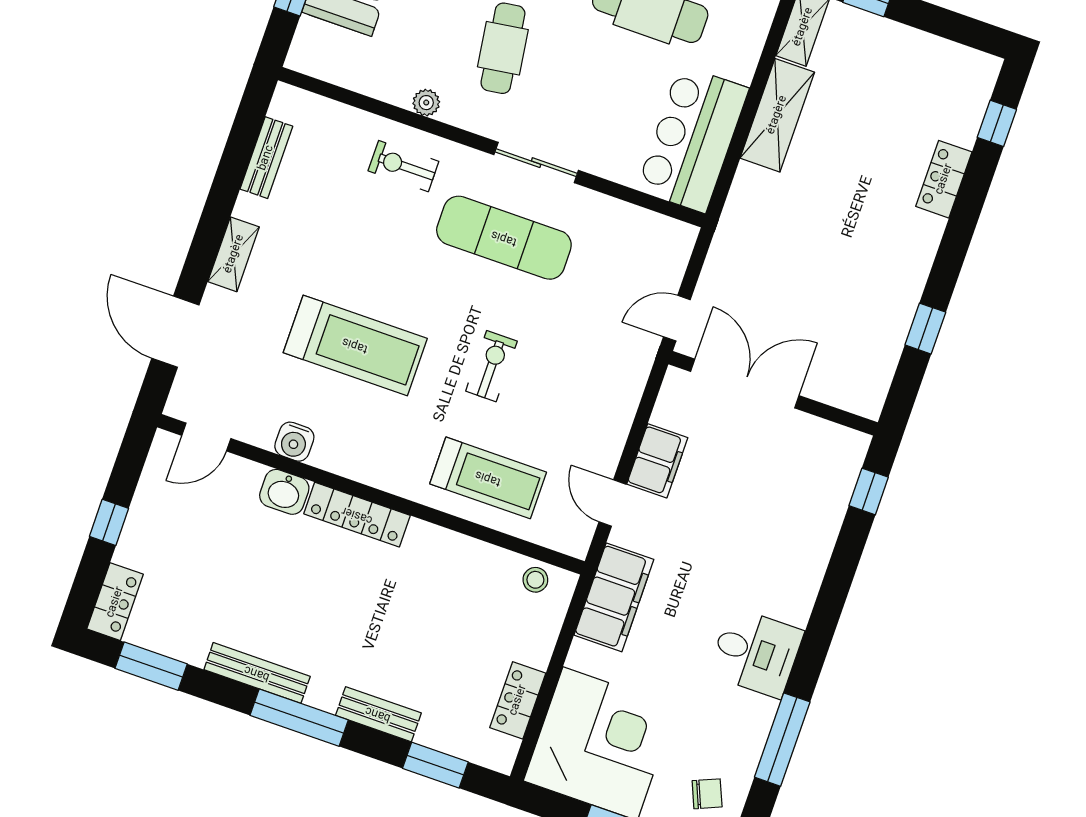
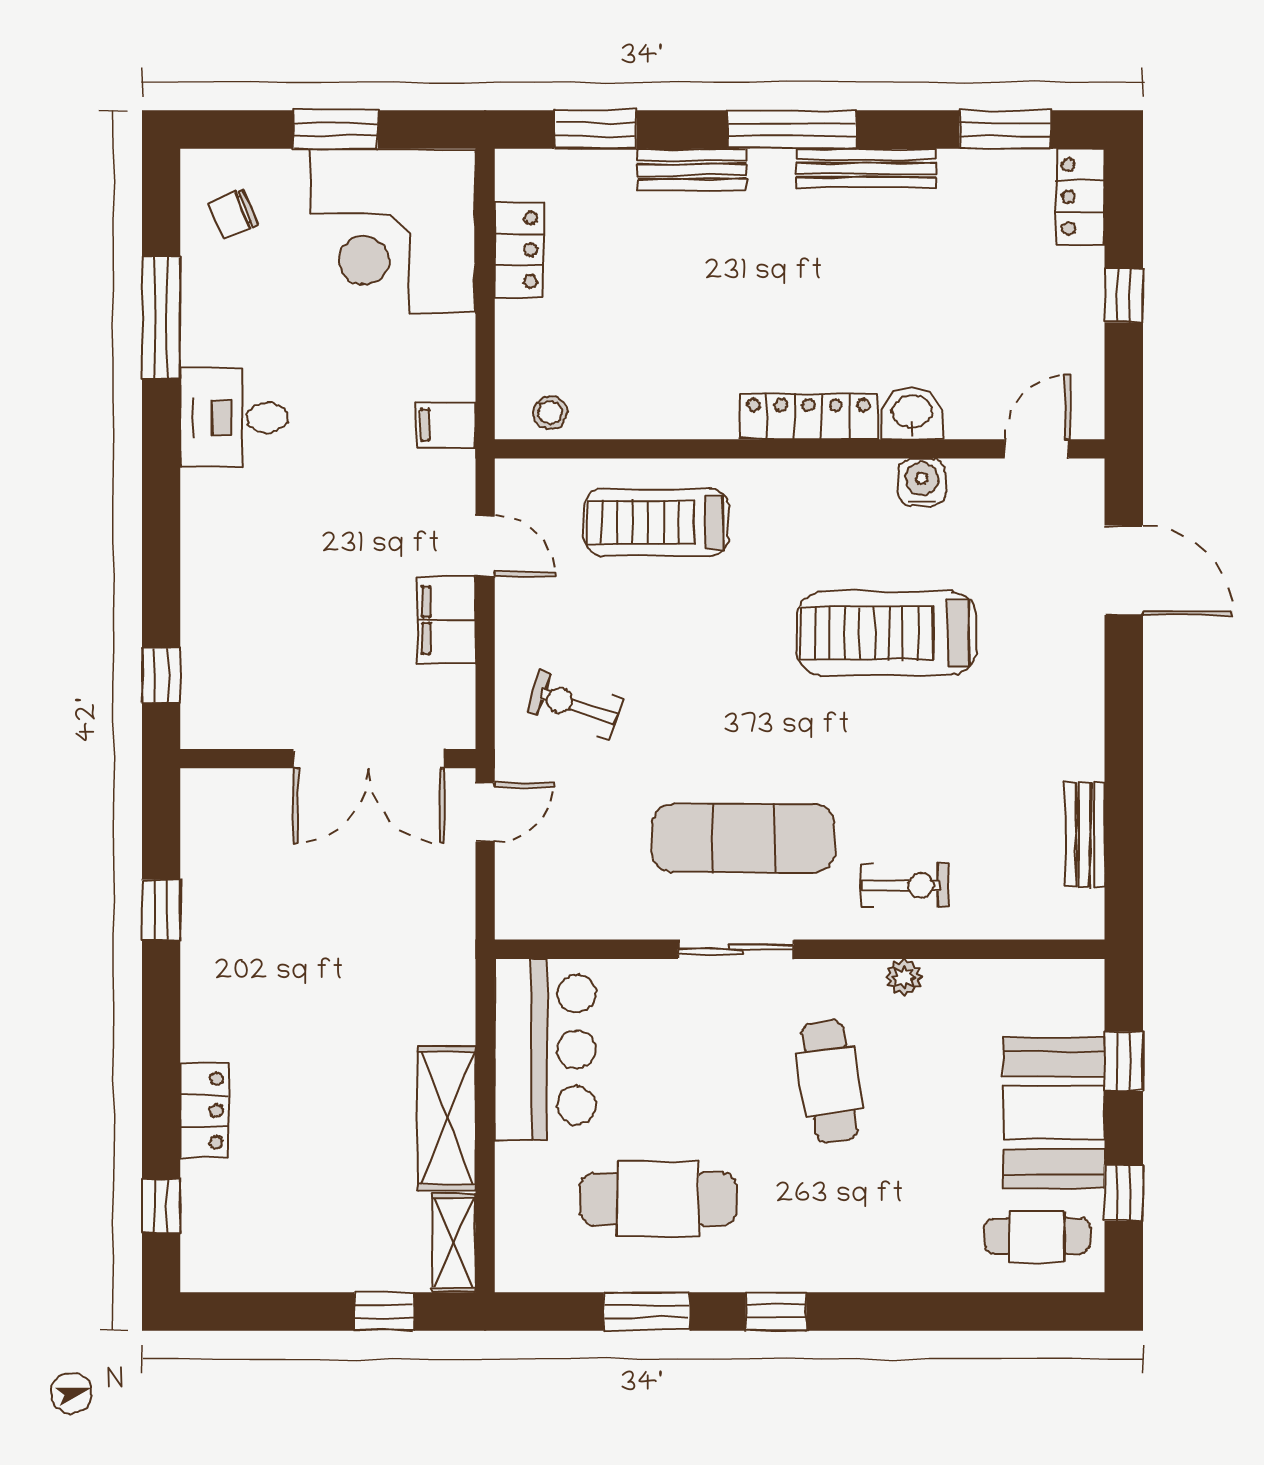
shelving: (234, 254) -> (1084, 696), removed
exercise bike: (491, 366) -> (575, 705), moved, turned 109
filing cabinet: (614, 597) -> (446, 425), width x0.33, depth x0.86

